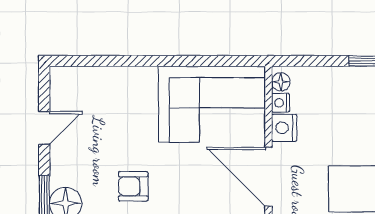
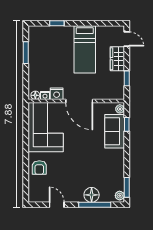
door: (268, 177) -> (79, 101), hinge flipped
armchair: (133, 186) -> (39, 168), moved

